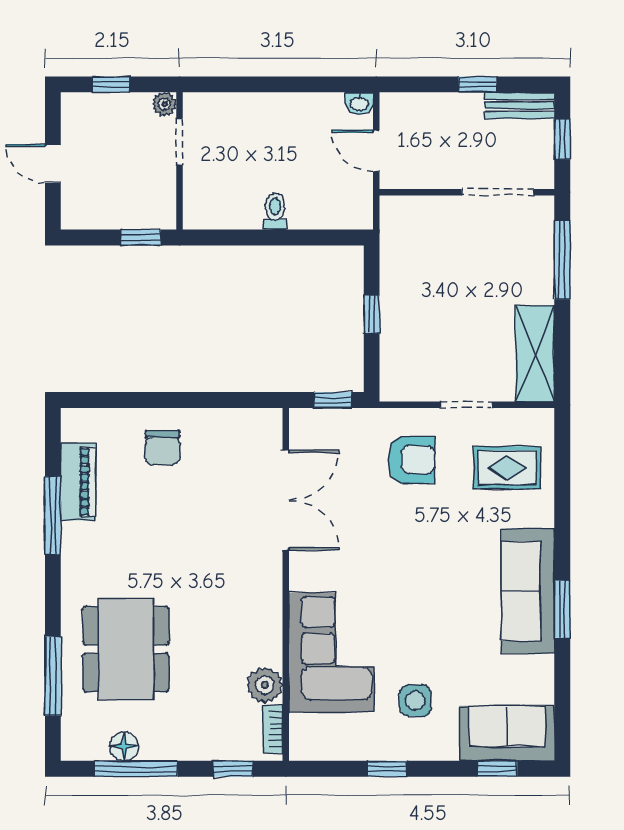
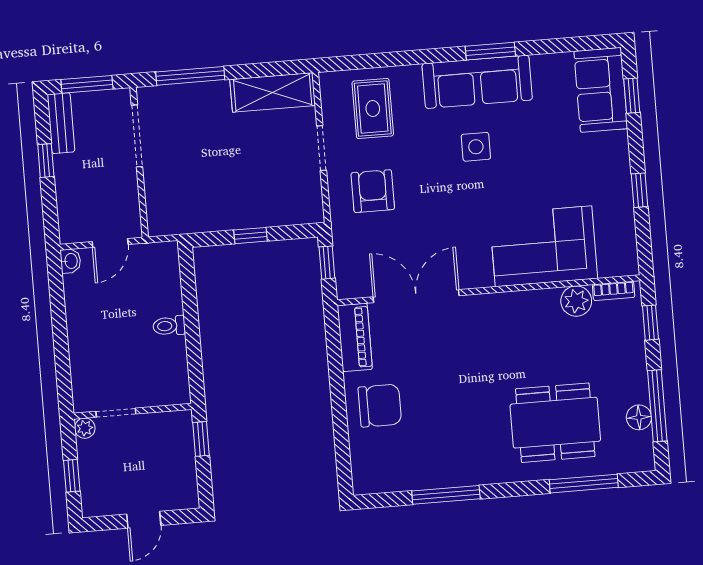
window: (562, 139) -> (87, 84), width x1.50
chair: (162, 448) -> (380, 406), width x1.37, depth x1.37
piano: (78, 482) -> (355, 337), moved, turned 90
side table: (415, 701) -> (476, 147), moved

